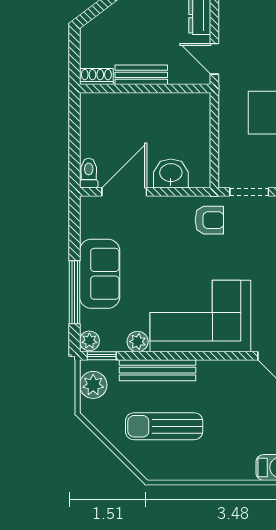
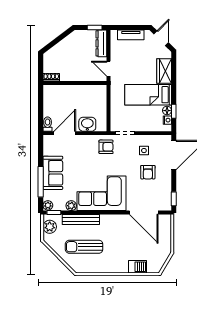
bench: (141, 75) -> (73, 76), removed

